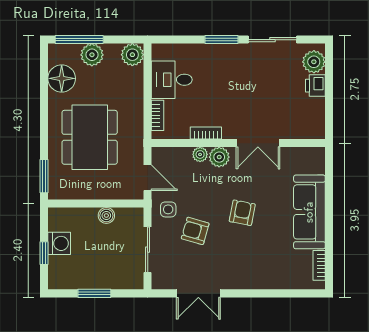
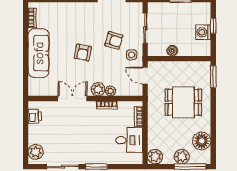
printer: (315, 86) -> (35, 116), moved
dining table: (90, 137) -> (183, 102), width x0.73

